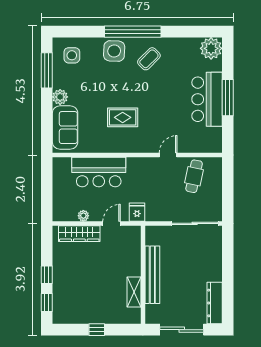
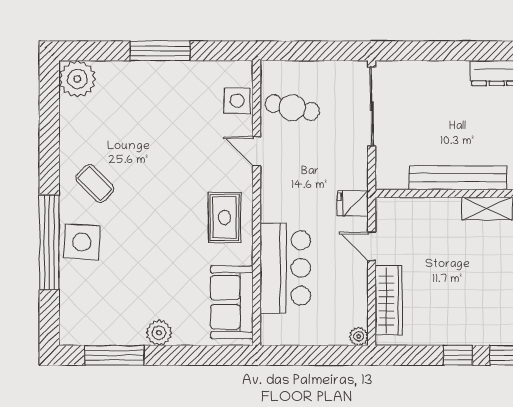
window: (133, 32) -> (49, 242), moved
side table: (72, 55) -> (237, 101), moved
bar counter: (207, 99) -> (163, 86), removed
rug: (123, 117) -> (225, 218), moved
sofa: (65, 128) -> (232, 302), moved, turned -90
plant: (83, 216) -> (359, 336), moved

